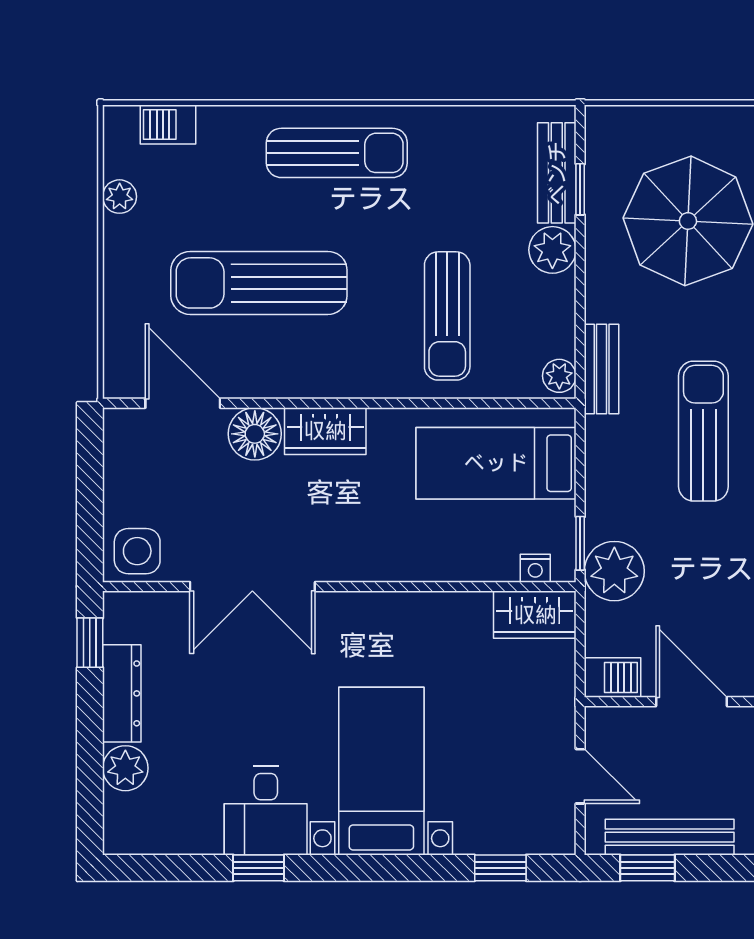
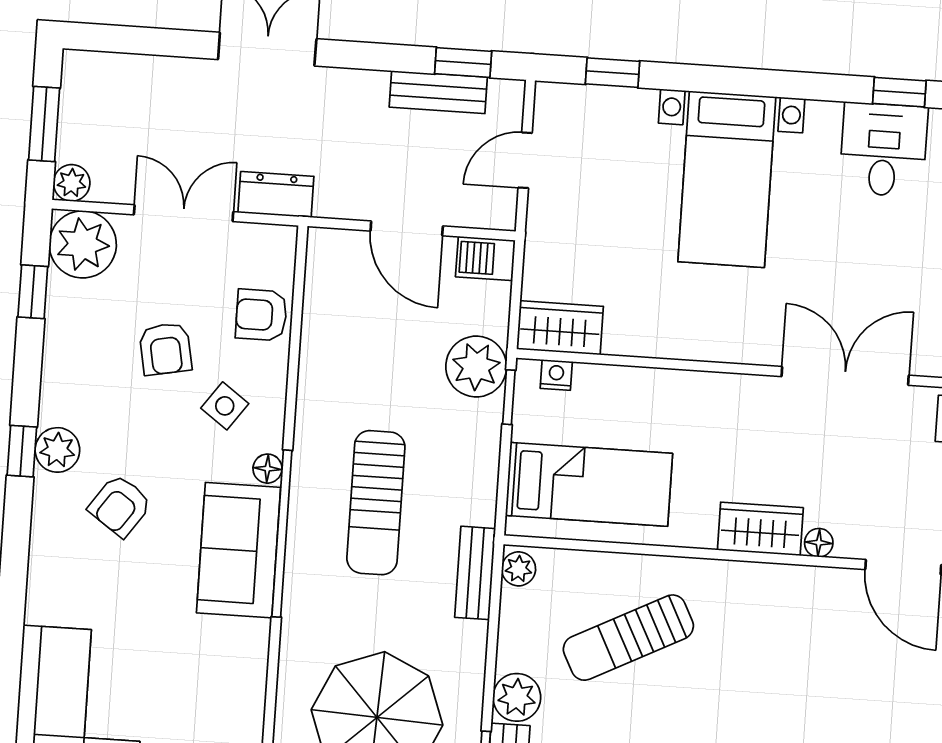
sun lounger: (259, 283) -> (817, 684), removed
sun lounger: (447, 316) -> (628, 638), turned -117
floor lamp: (255, 434) -> (819, 543), width x0.53, depth x0.53
door: (580, 776) -> (525, 160), hinge flipped
desk: (266, 811) -> (884, 150), moved
bench: (670, 837) -> (438, 92), width x0.73
window: (259, 868) -> (899, 92), moved

